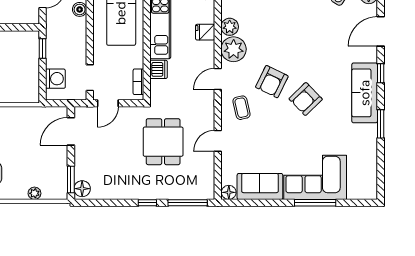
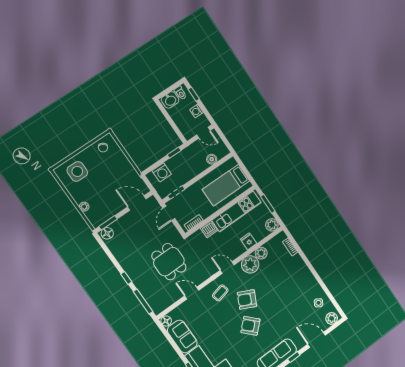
door: (108, 103) -> (169, 213), hinge flipped
dining table: (163, 142) -> (169, 262), turned 90

